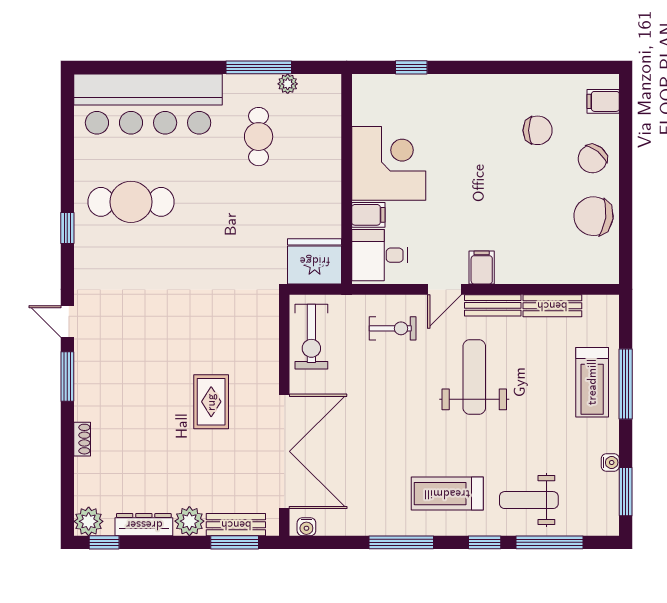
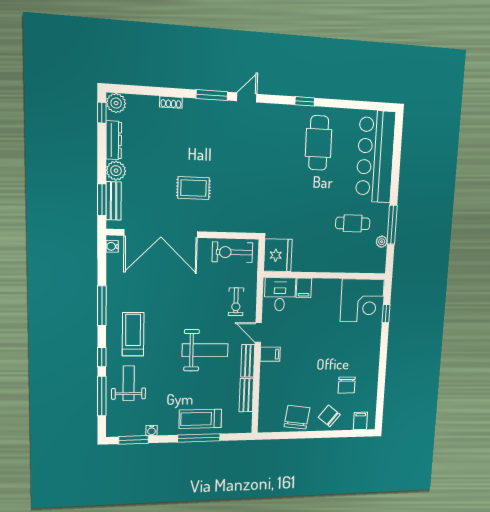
corner desk: (389, 163) -> (362, 301), moved

